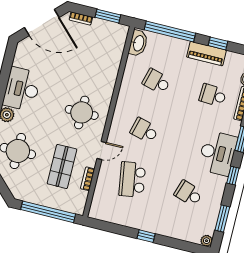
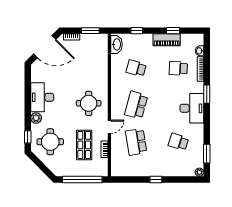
window: (170, 31) -> (137, 31), width x0.32
school desk: (144, 130) -> (136, 105), width x1.85
window: (233, 176) -> (207, 122), removed

